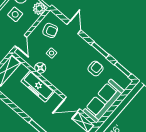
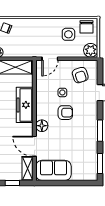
floor lamp: (40, 68) -> (42, 126), moved
armchair: (96, 69) -> (65, 113), moved
sofa: (104, 101) -> (53, 170), width x0.73

